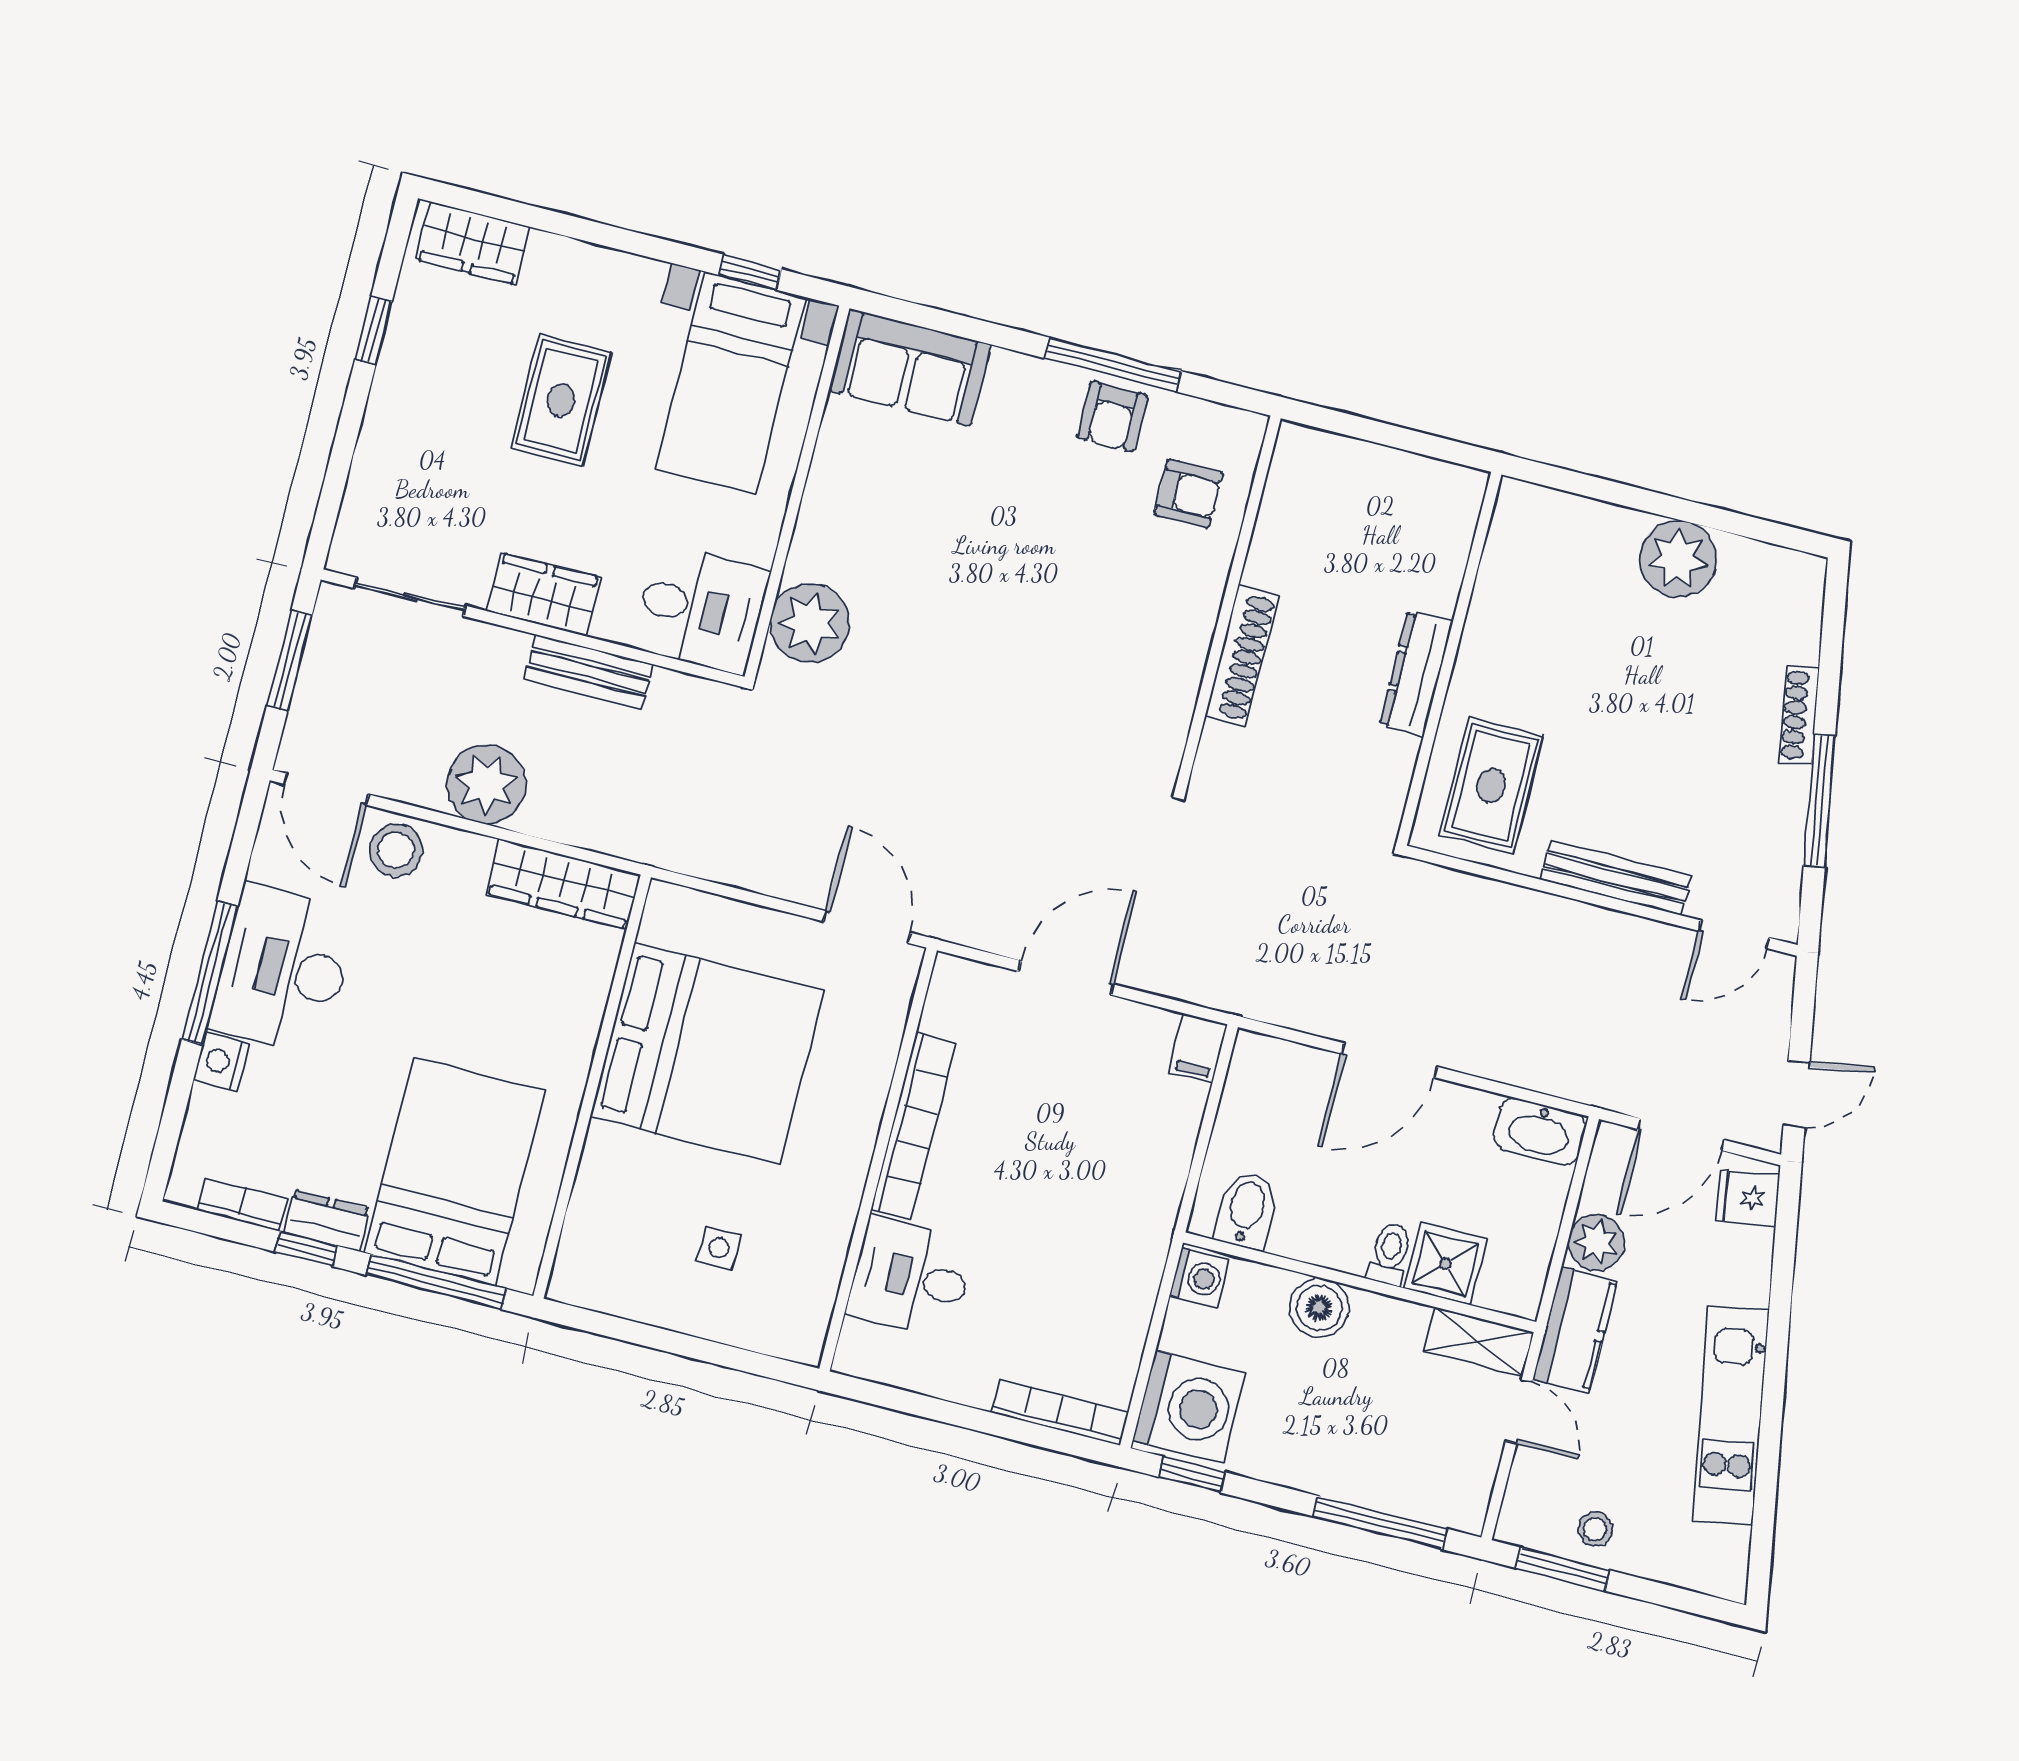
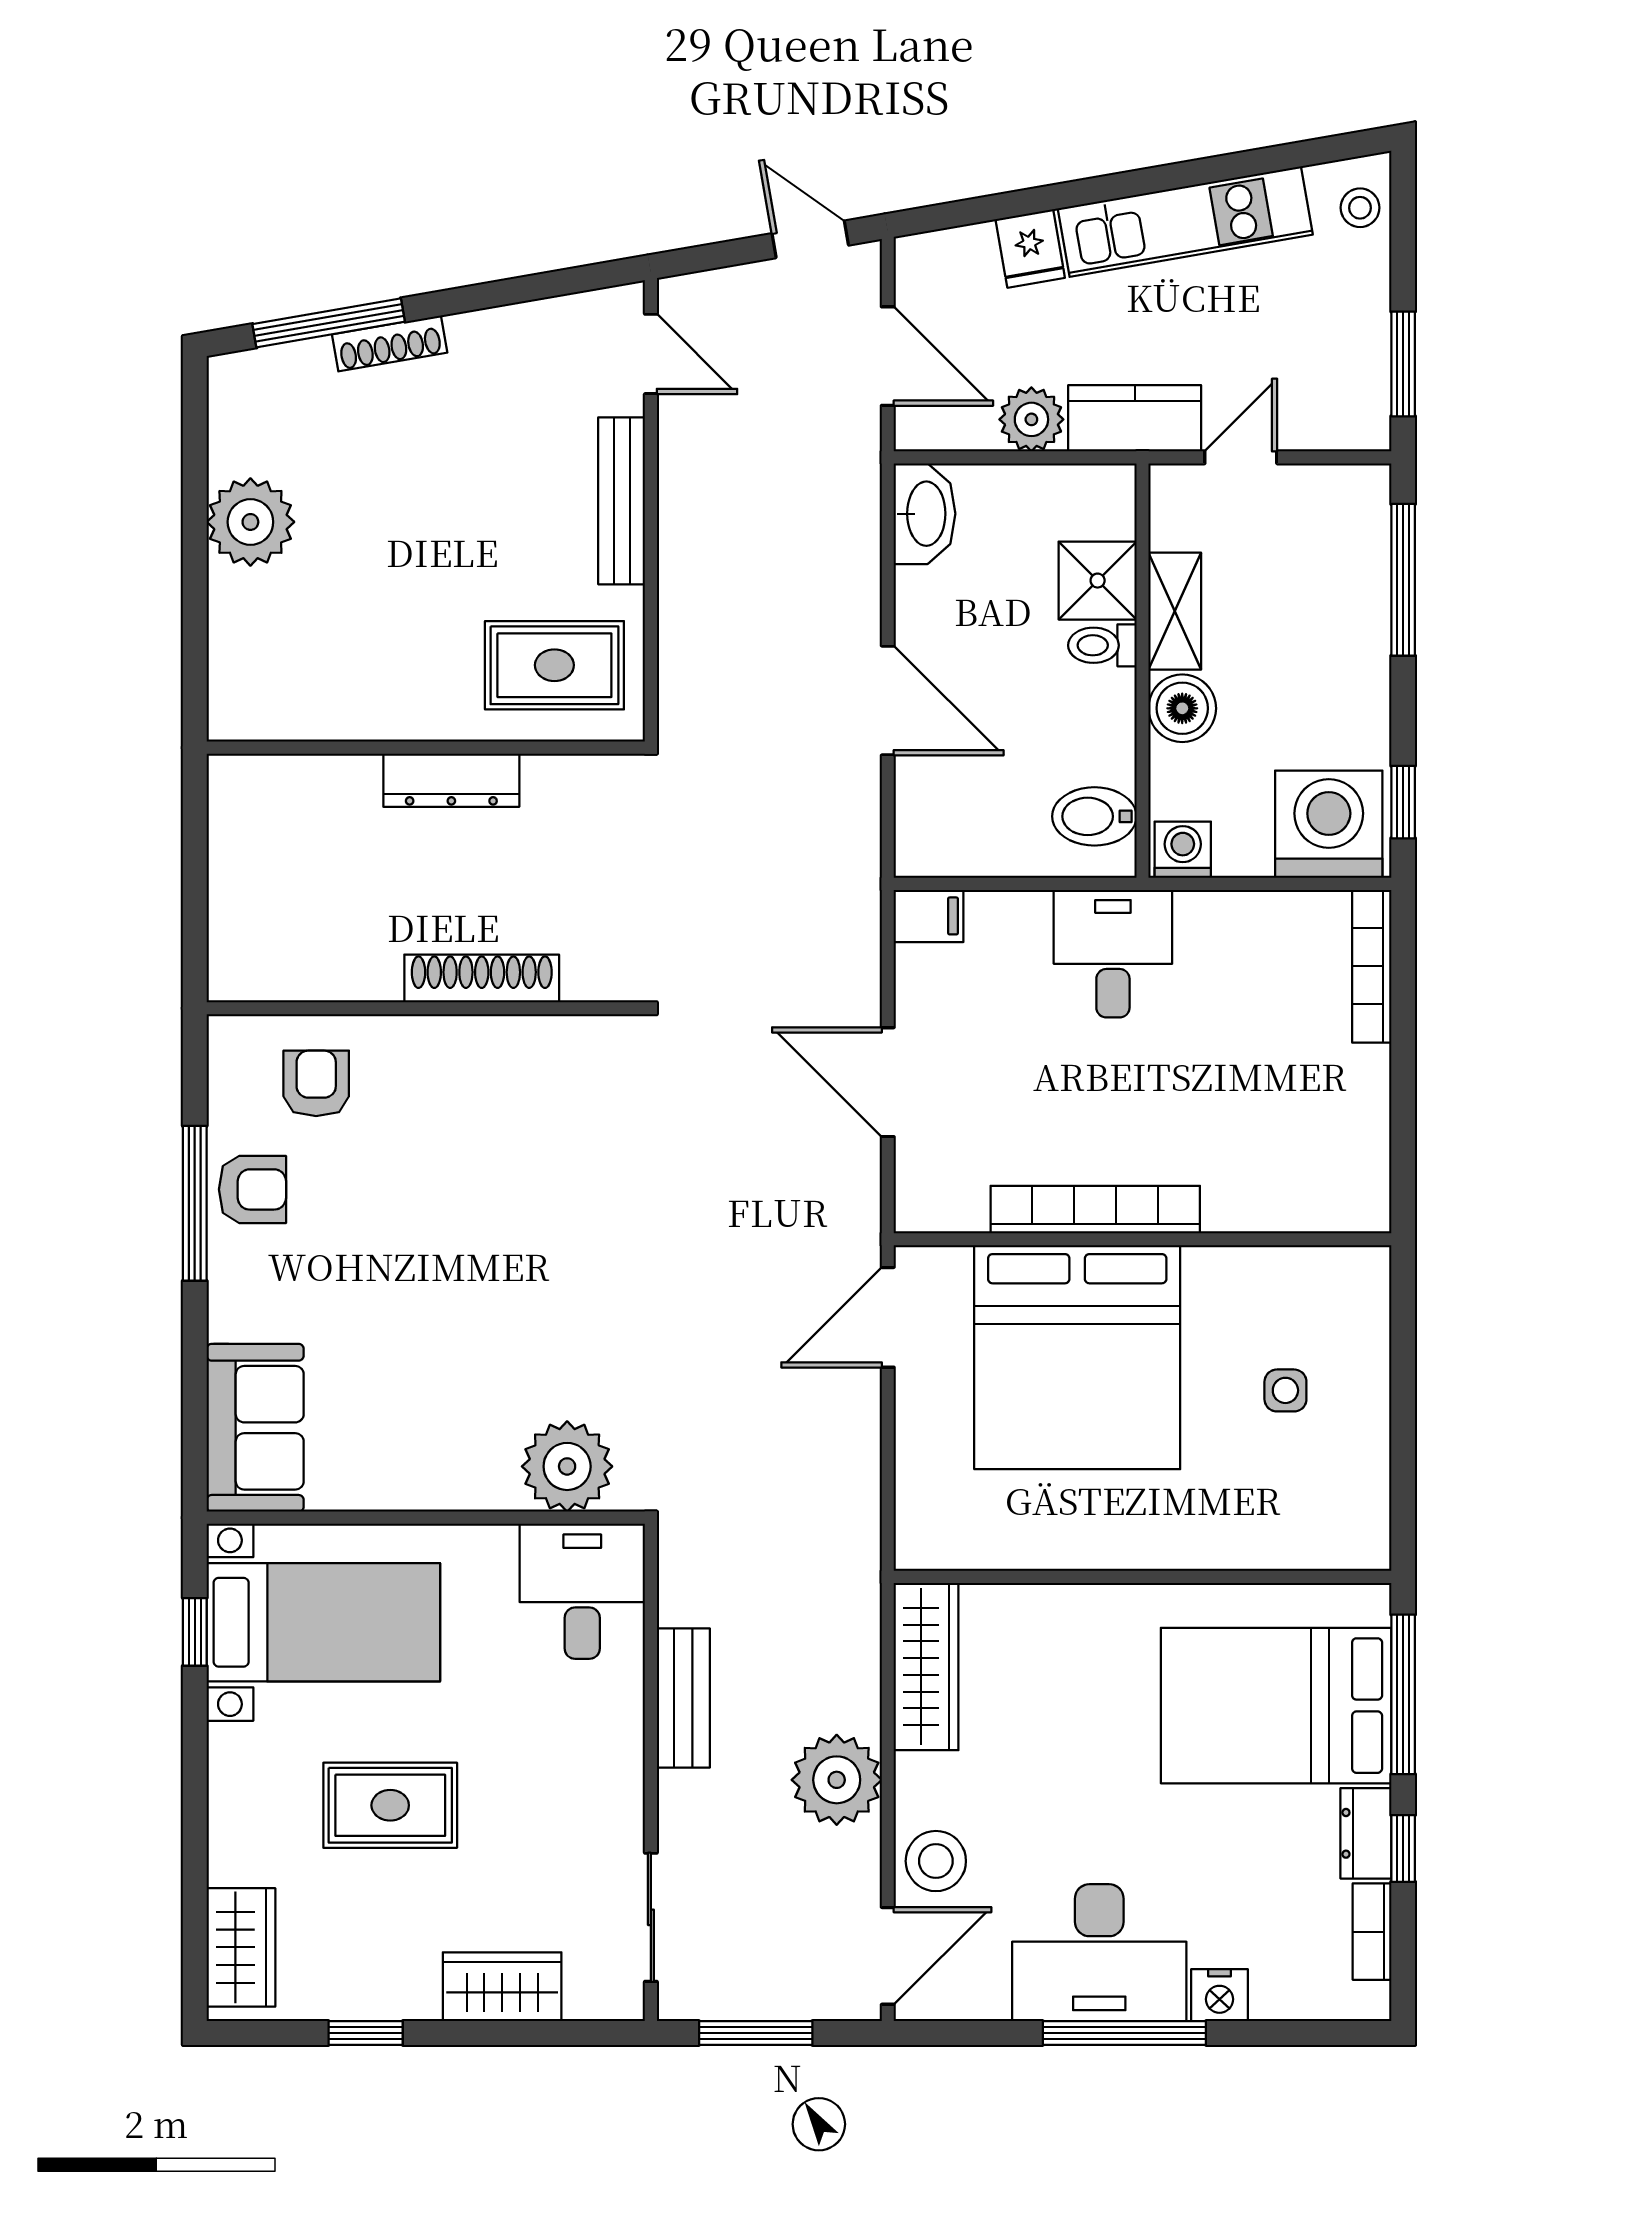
wardrobe: (544, 595) -> (502, 1987), moved, turned 90
window: (1819, 801) -> (329, 323), moved
bed: (707, 1054) -> (1077, 1357), moved, turned 180
fridge: (1748, 1198) -> (1030, 249), moved
desk: (911, 1277) -> (1113, 954), moved, turned 180
shelving: (1479, 1342) -> (1175, 611), moved
stool: (1595, 1529) -> (1360, 208), moved

